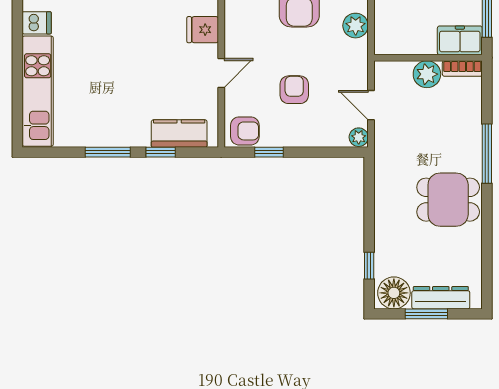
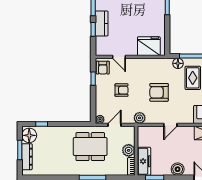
plant: (356, 26) -> (140, 118), moved
fridge: (203, 30) -> (149, 46), width x1.88, depth x1.34
freezer: (460, 40) -> (144, 161), width x1.40
door: (221, 73) -> (119, 57), moved
kitchen counter: (179, 134) -> (102, 23), moved
dining table: (448, 200) -> (90, 147), moved, width x1.38

